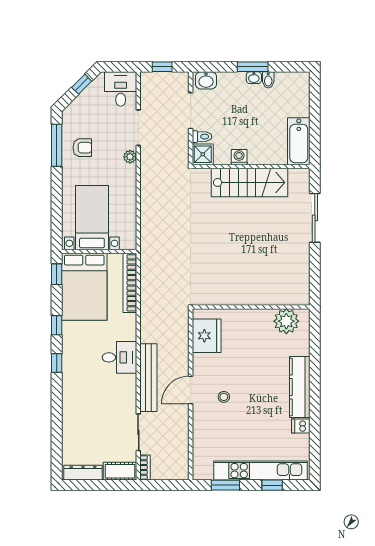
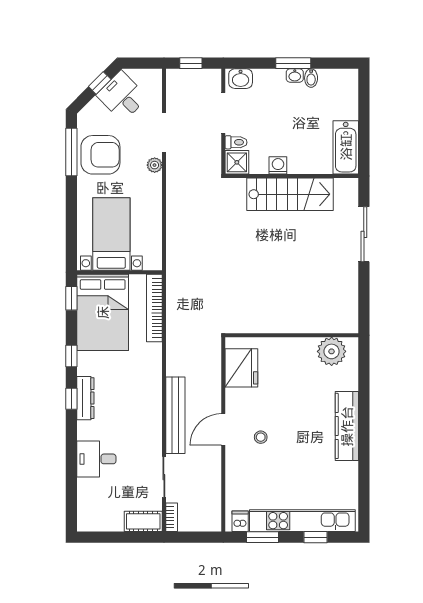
desk: (121, 89) -> (122, 96), moved, turned -45
armchair: (82, 148) -> (100, 155), width x1.88, depth x1.88
desk: (119, 357) -> (96, 459), moved, turned 180
dishwasher: (301, 426) -> (240, 521), moved, turned 90
dresser: (83, 473) -> (85, 398), moved, turned 90

